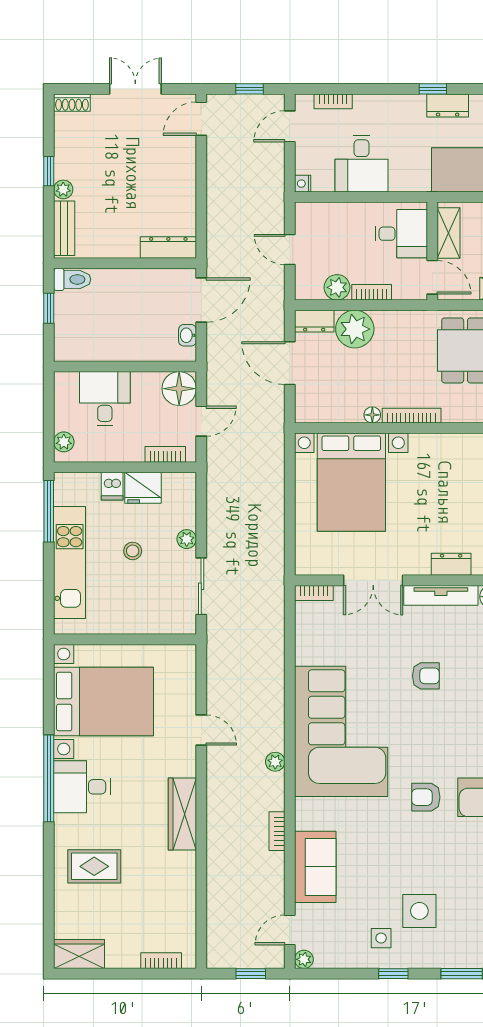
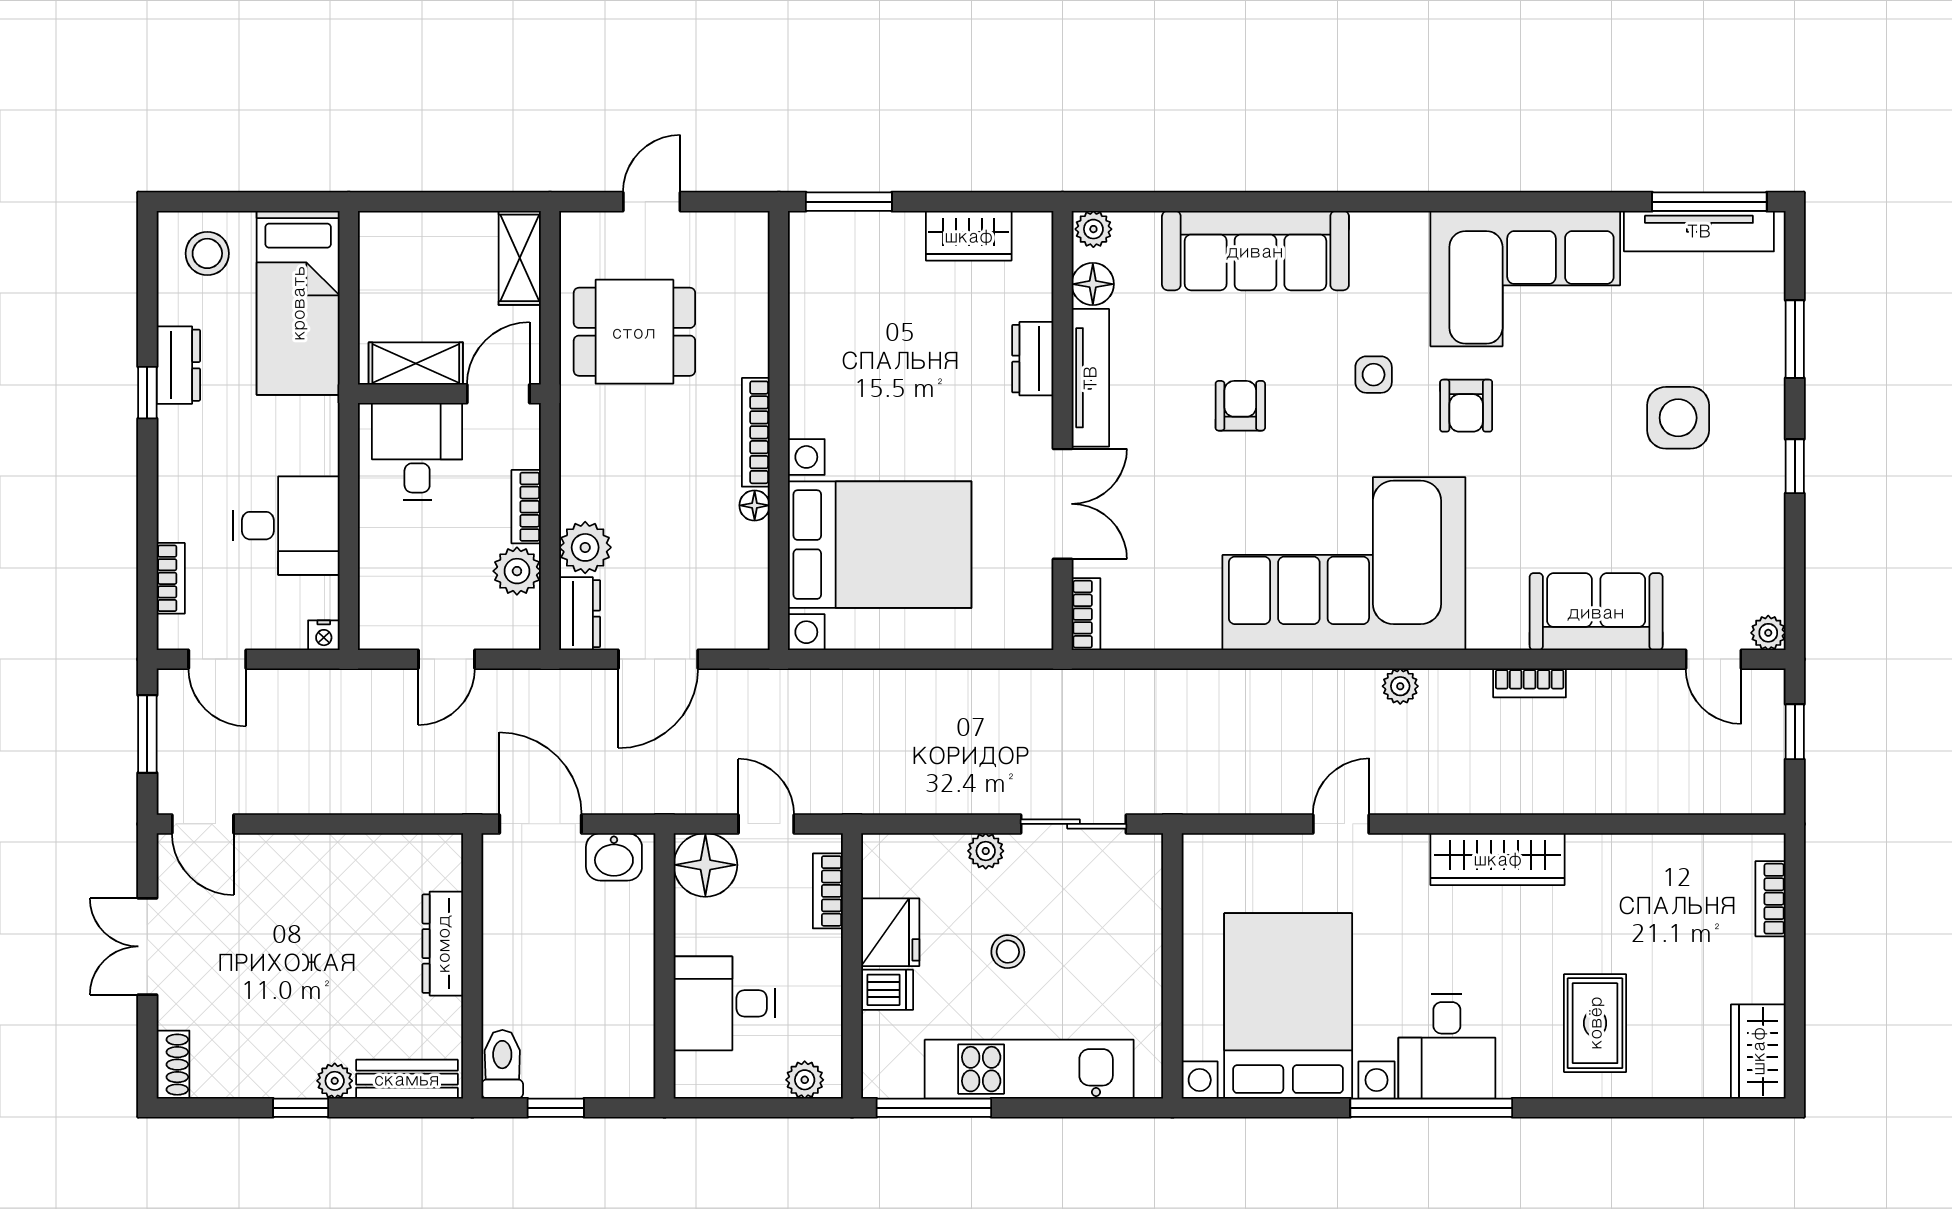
window: (250, 89) -> (147, 734), width x1.50
dresser: (168, 247) -> (443, 944), moved
plant: (355, 329) -> (585, 547), width x0.73, depth x0.73
washbasin: (187, 335) -> (614, 857), width x1.38, depth x1.45
side table: (381, 938) -> (1374, 375), moved

